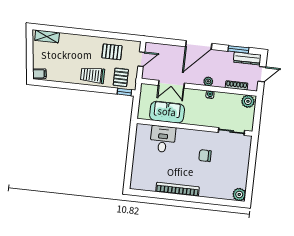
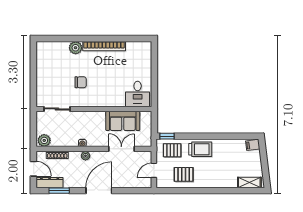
door: (262, 74) -> (33, 169), swing flipped
pallet: (121, 77) -> (172, 150), turned 90
desk: (163, 139) -> (138, 94), moved
plant: (239, 194) -> (76, 48), moved

